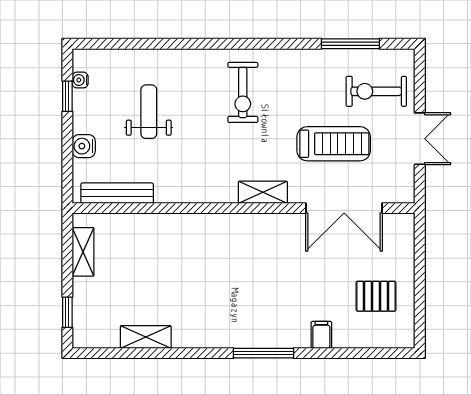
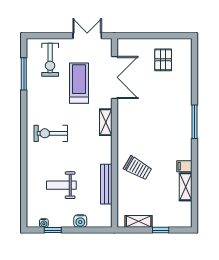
exercise bike: (243, 92) -> (51, 133), turned 180
double door: (420, 139) -> (87, 36), moved
bench: (117, 193) -> (106, 184), moved
trolley: (180, 250) -> (138, 168), added
window: (67, 312) -> (161, 230), moved
filing cabinet: (321, 335) -> (184, 166), moved

